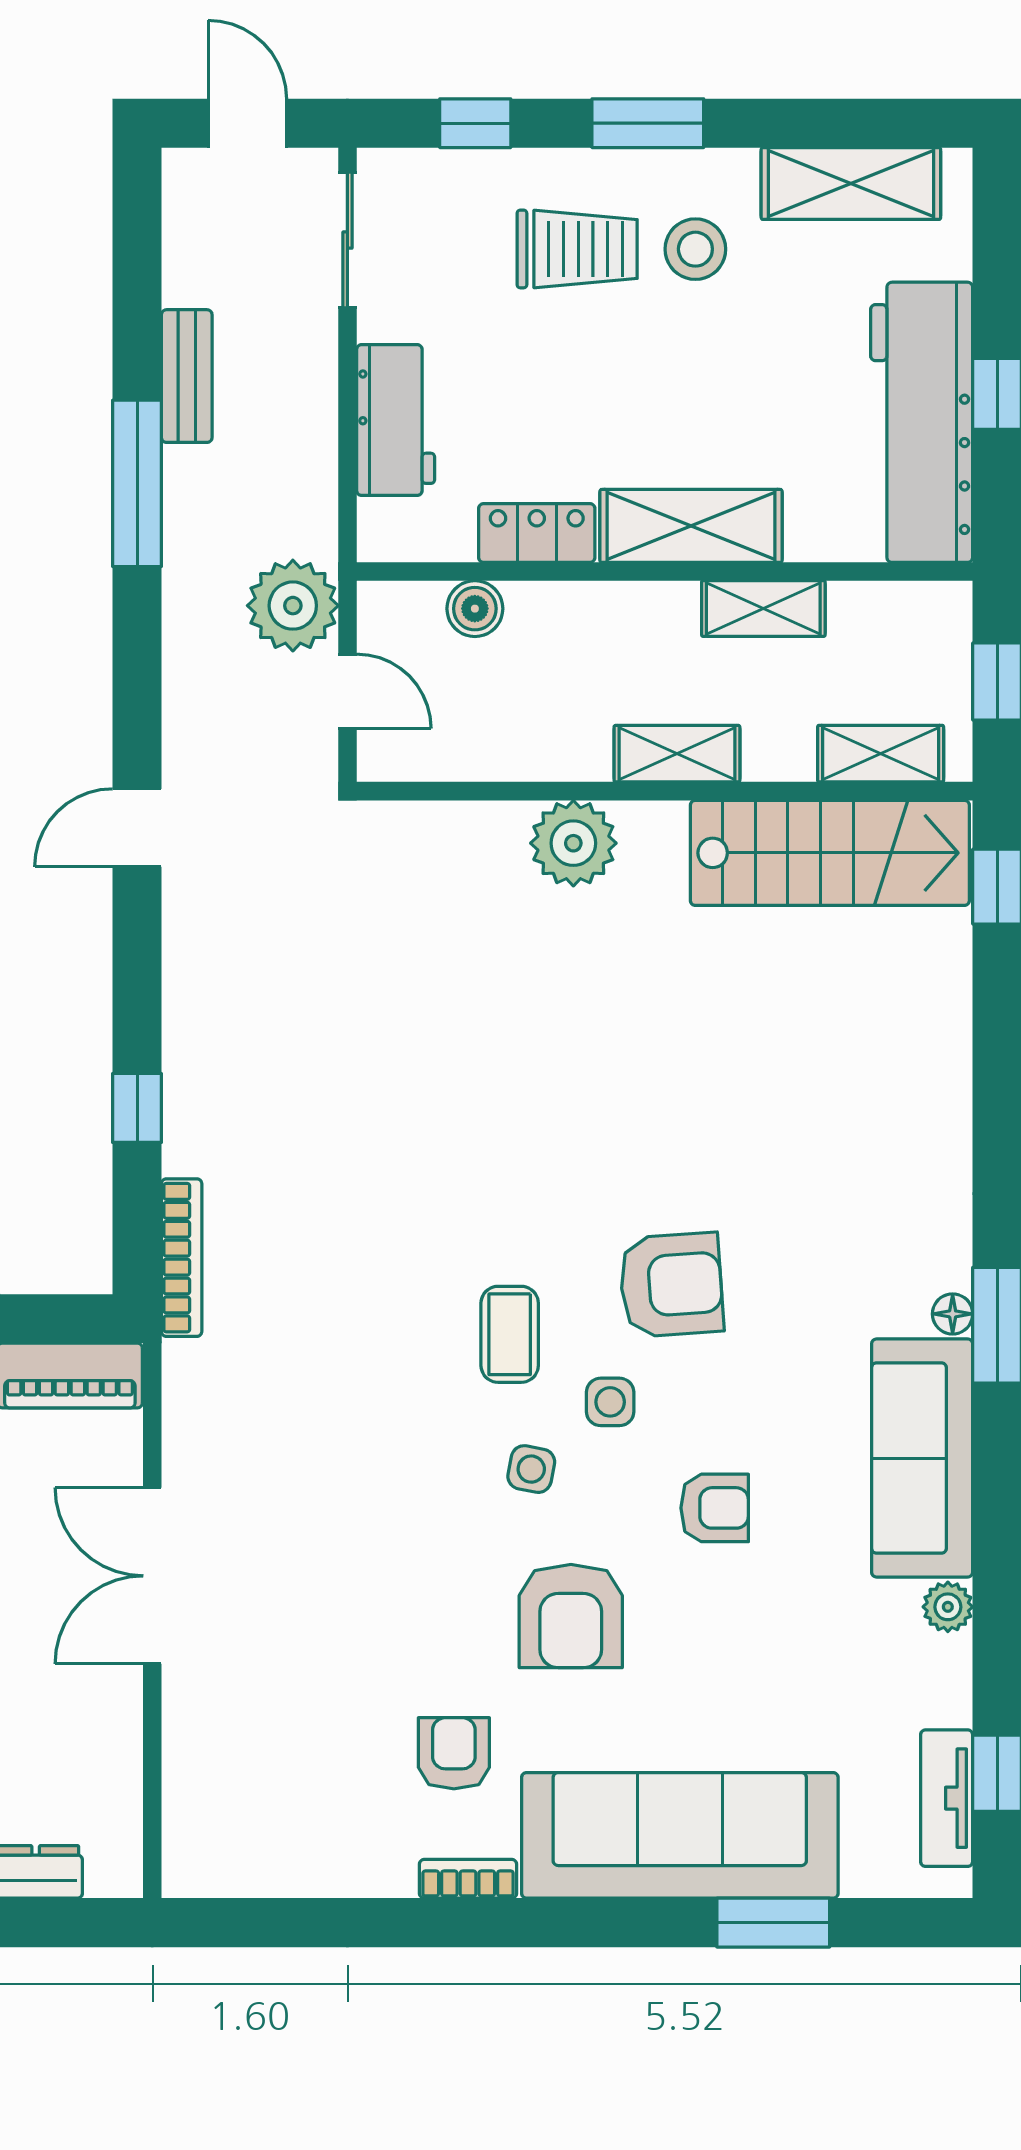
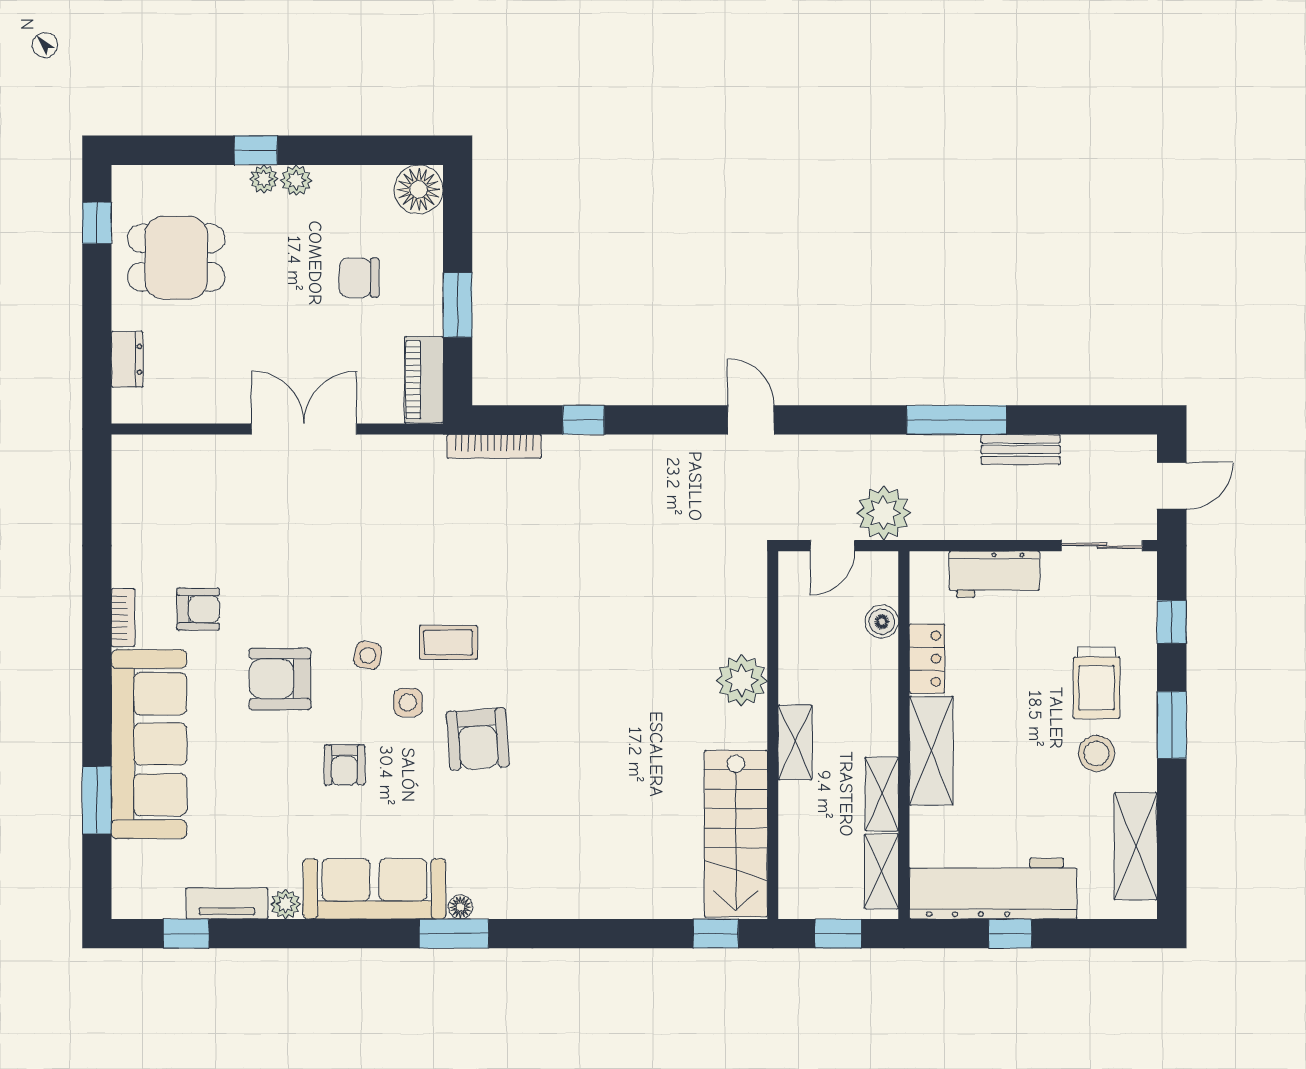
shelving: (881, 754) -> (882, 871), moved
tv unit: (947, 1798) -> (227, 903), moved

